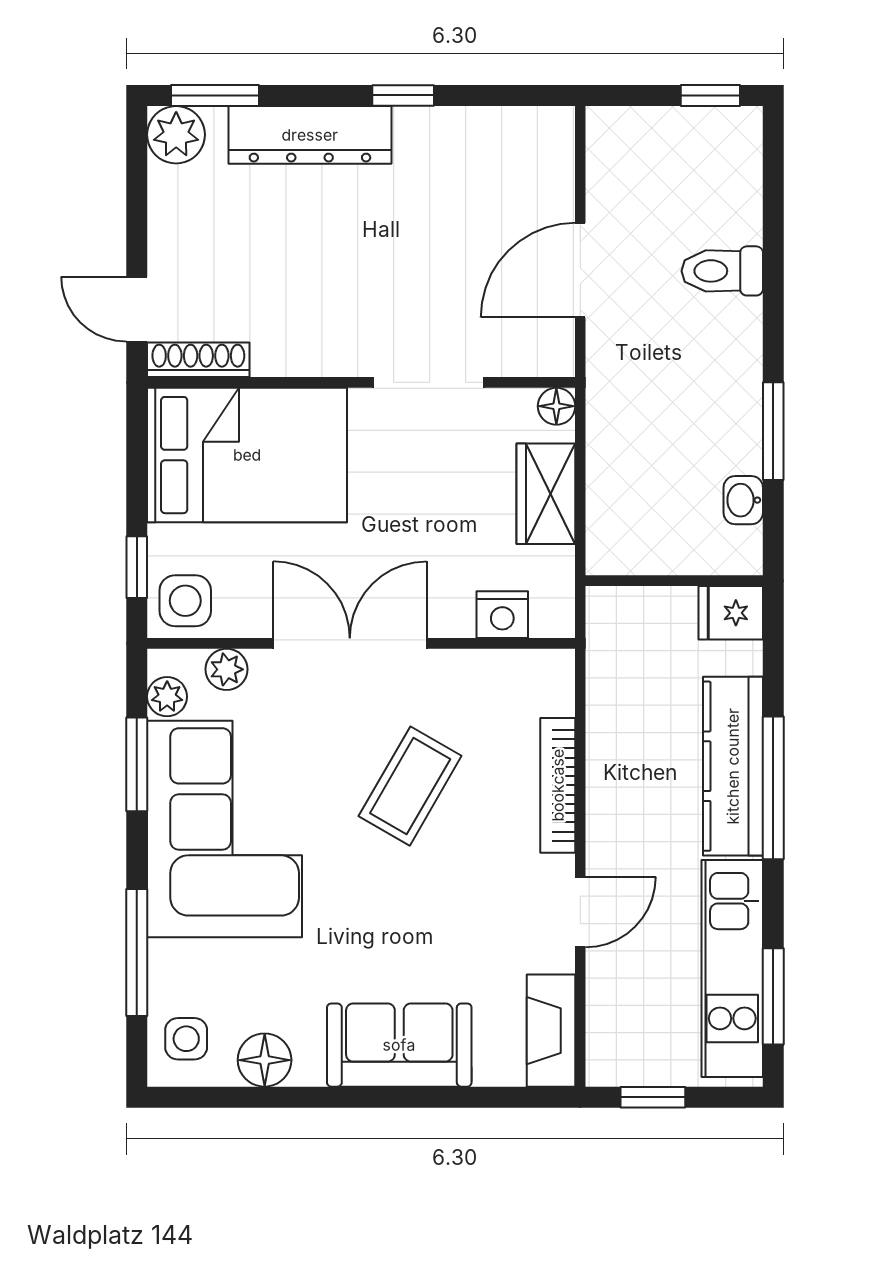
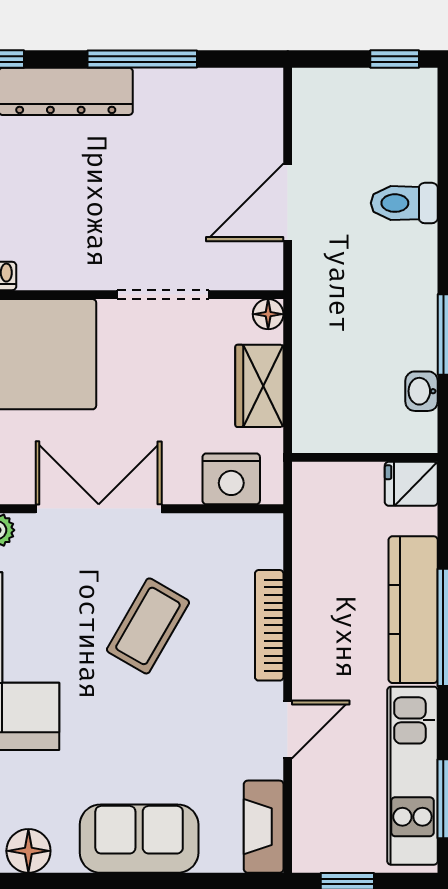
window: (403, 95) -> (142, 59), width x2.17
nightstand: (502, 615) -> (231, 479), width x1.36, depth x1.33

